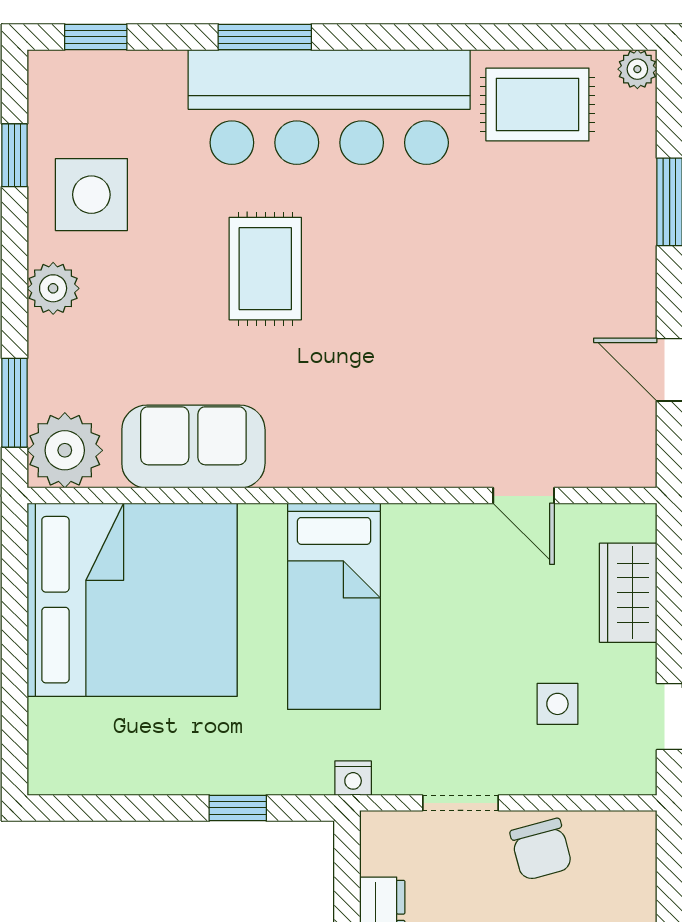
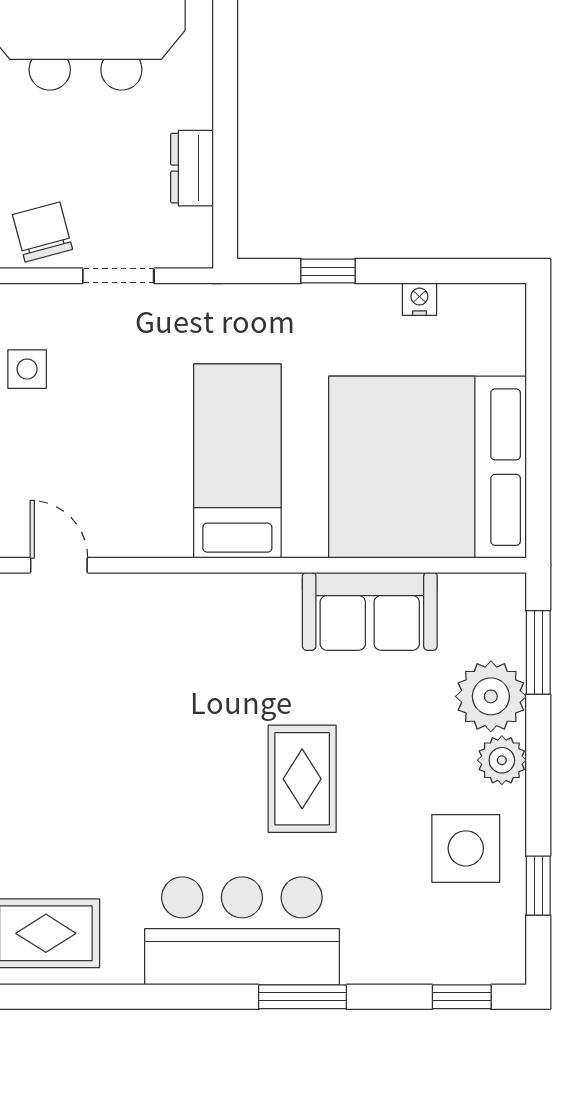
bar counter: (329, 107) -> (242, 931), width x0.73
plant: (65, 450) -> (491, 696), moved
nightstand: (353, 778) -> (419, 299), moved

